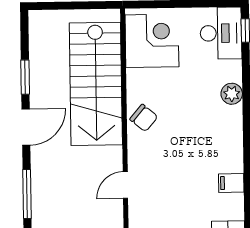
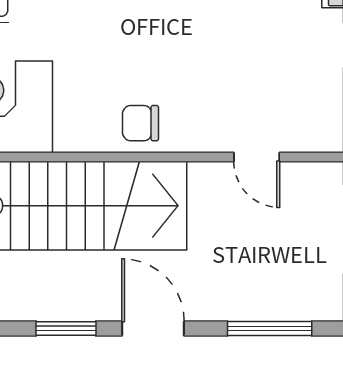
chair: (144, 118) -> (140, 123), turned -130

